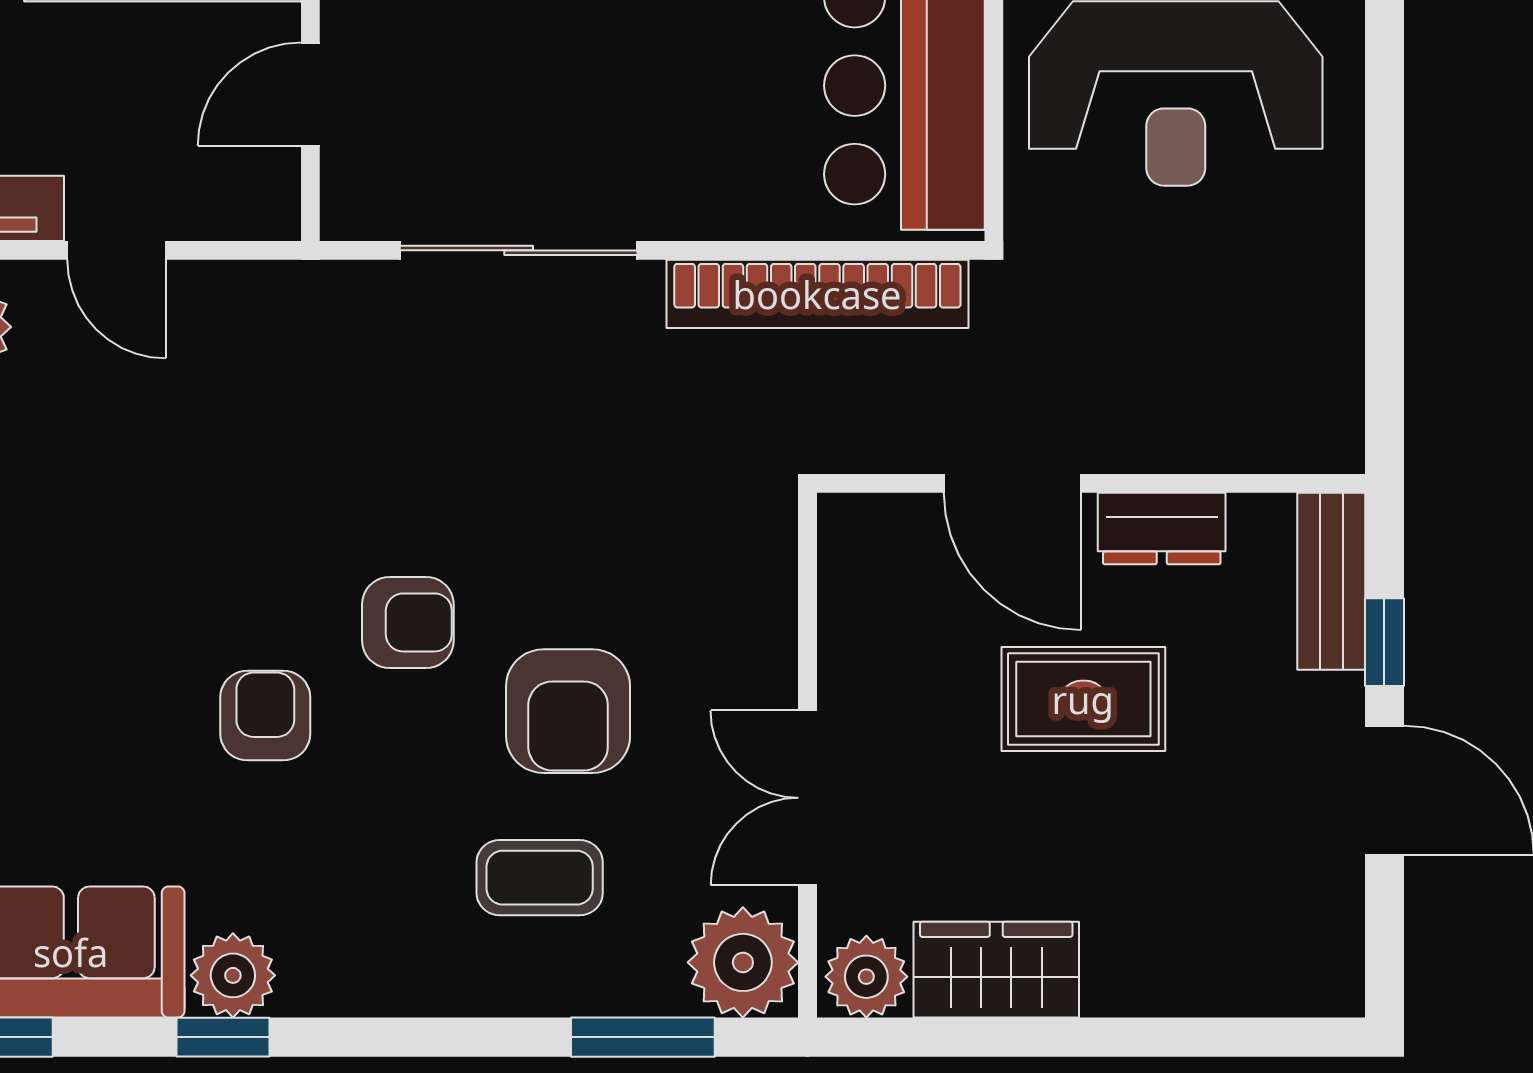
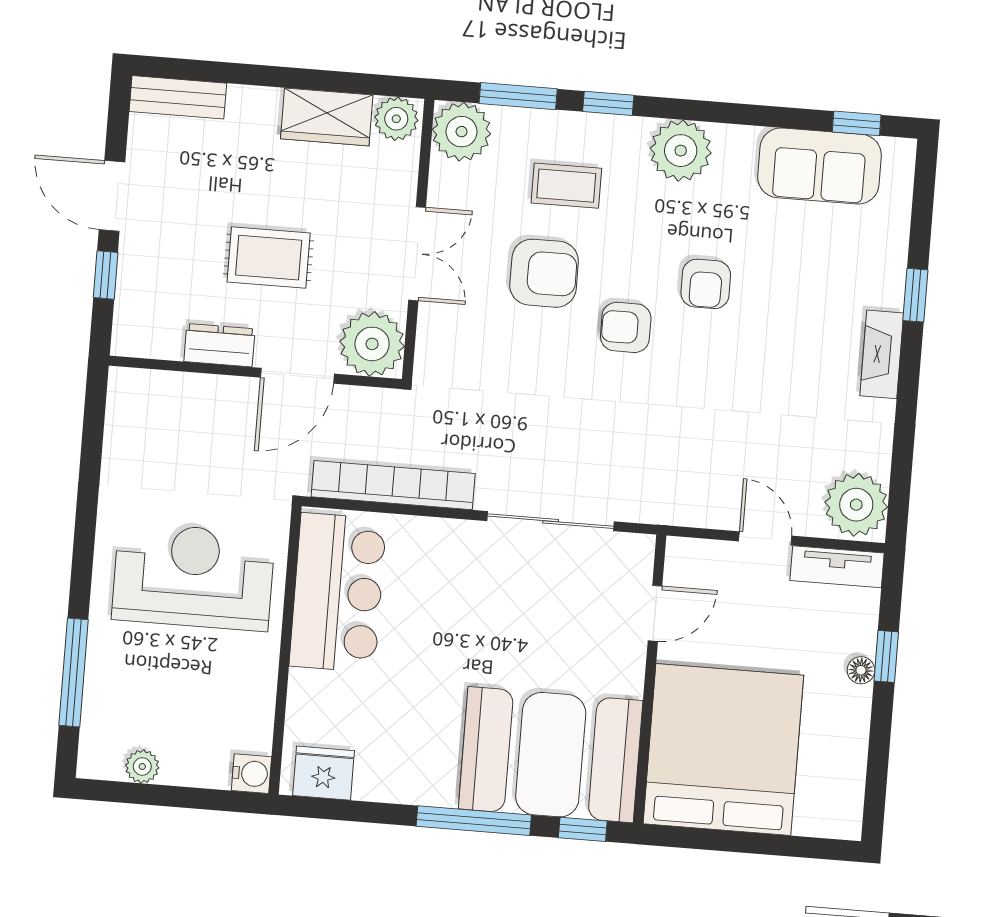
door: (1012, 483) -> (297, 376), swing flipped
plant: (878, 554) -> (372, 344), added
bench: (1331, 581) -> (178, 97), moved, turned 90
armchair: (568, 711) -> (544, 273), turned 90
double door: (807, 798) -> (417, 254), moved
plant: (233, 975) -> (681, 151), moved, width x1.36, depth x1.36
window: (223, 1037) -> (608, 103), moved

